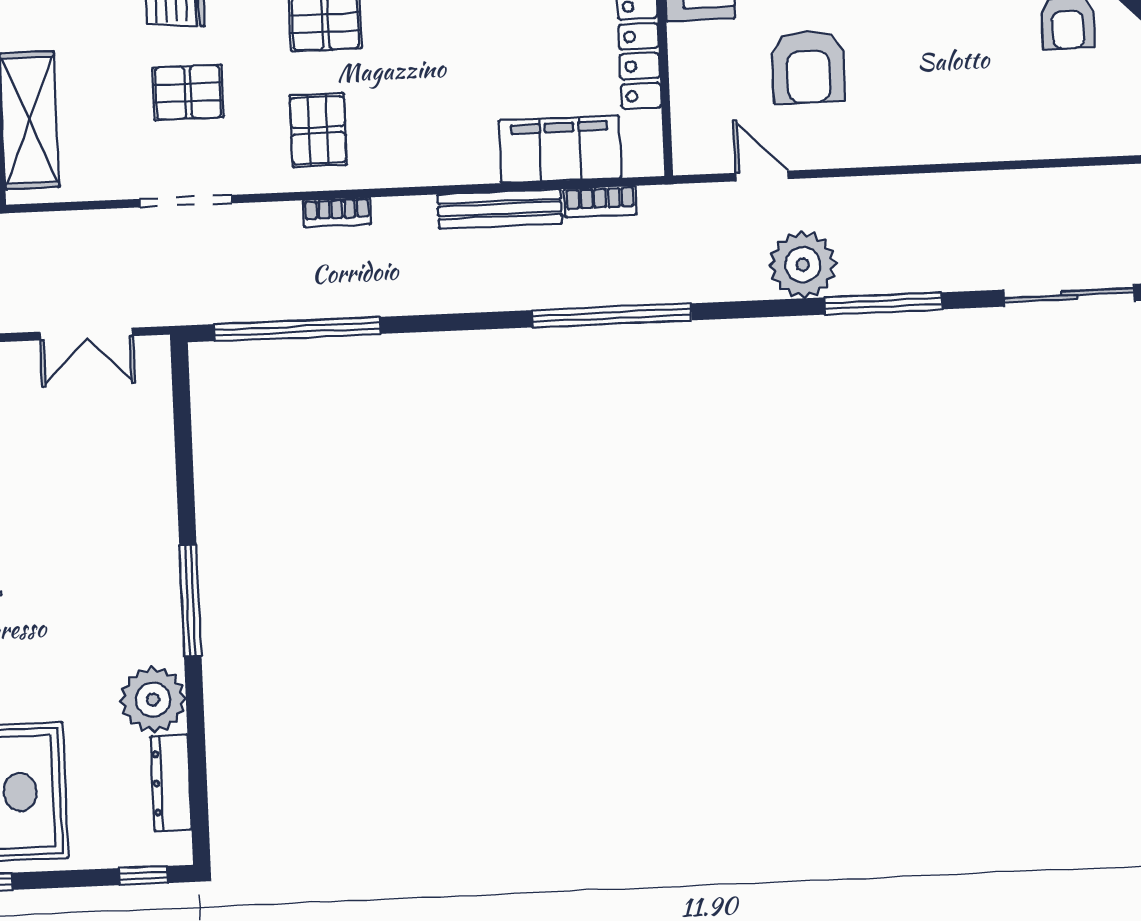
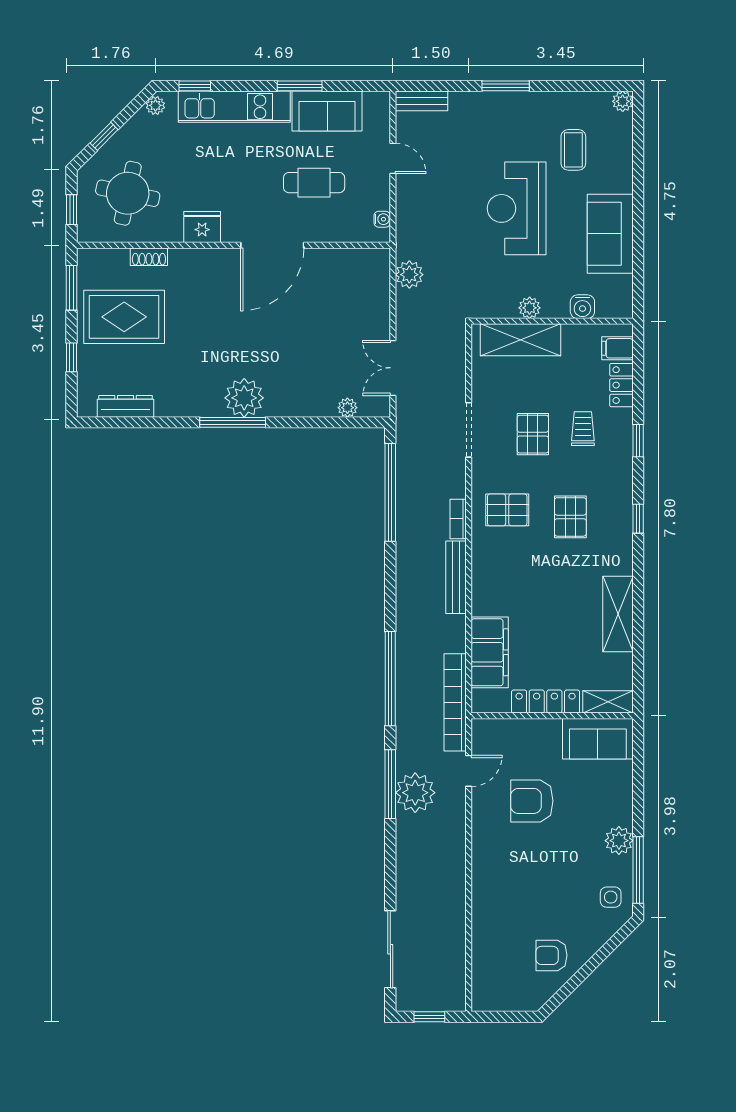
bookcase: (600, 202) -> (455, 702), width x2.31, depth x1.31
bench: (500, 209) -> (456, 577), moved
window: (883, 303) -> (390, 784), moved
plant: (157, 408) -> (347, 408), added
plant: (153, 700) -> (244, 398), moved
window: (143, 876) -> (72, 357), moved

